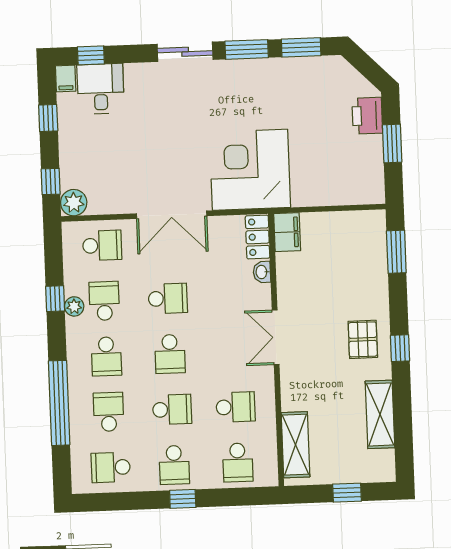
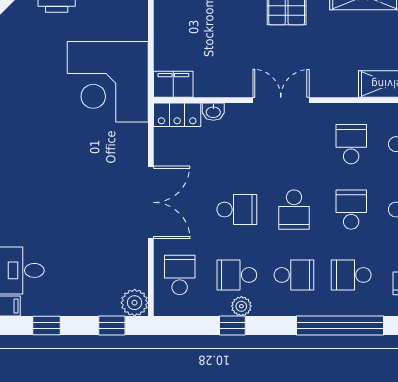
corner desk: (250, 170) -> (108, 82), moved
school desk: (168, 298) -> (237, 210), turned 90
double door: (276, 337) -> (281, 100), swing flipped
school desk: (170, 354) -> (294, 210), turned 90

